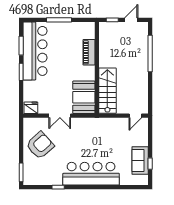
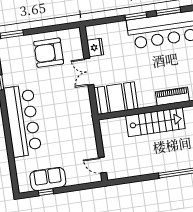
stairs: (107, 91) -> (155, 122), moved
fridge: (31, 108) -> (95, 47), moved
armchair: (40, 145) -> (49, 53), turned 132

